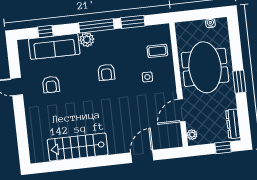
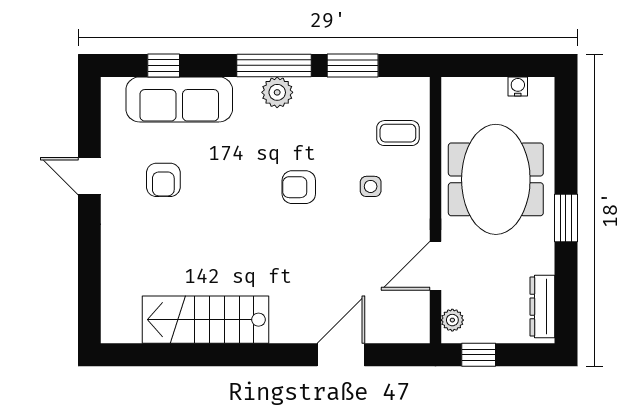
plant: (87, 40) -> (277, 92), moved
armchair: (106, 72) -> (299, 187), moved, turned 90
window: (223, 148) -> (479, 355), moved

